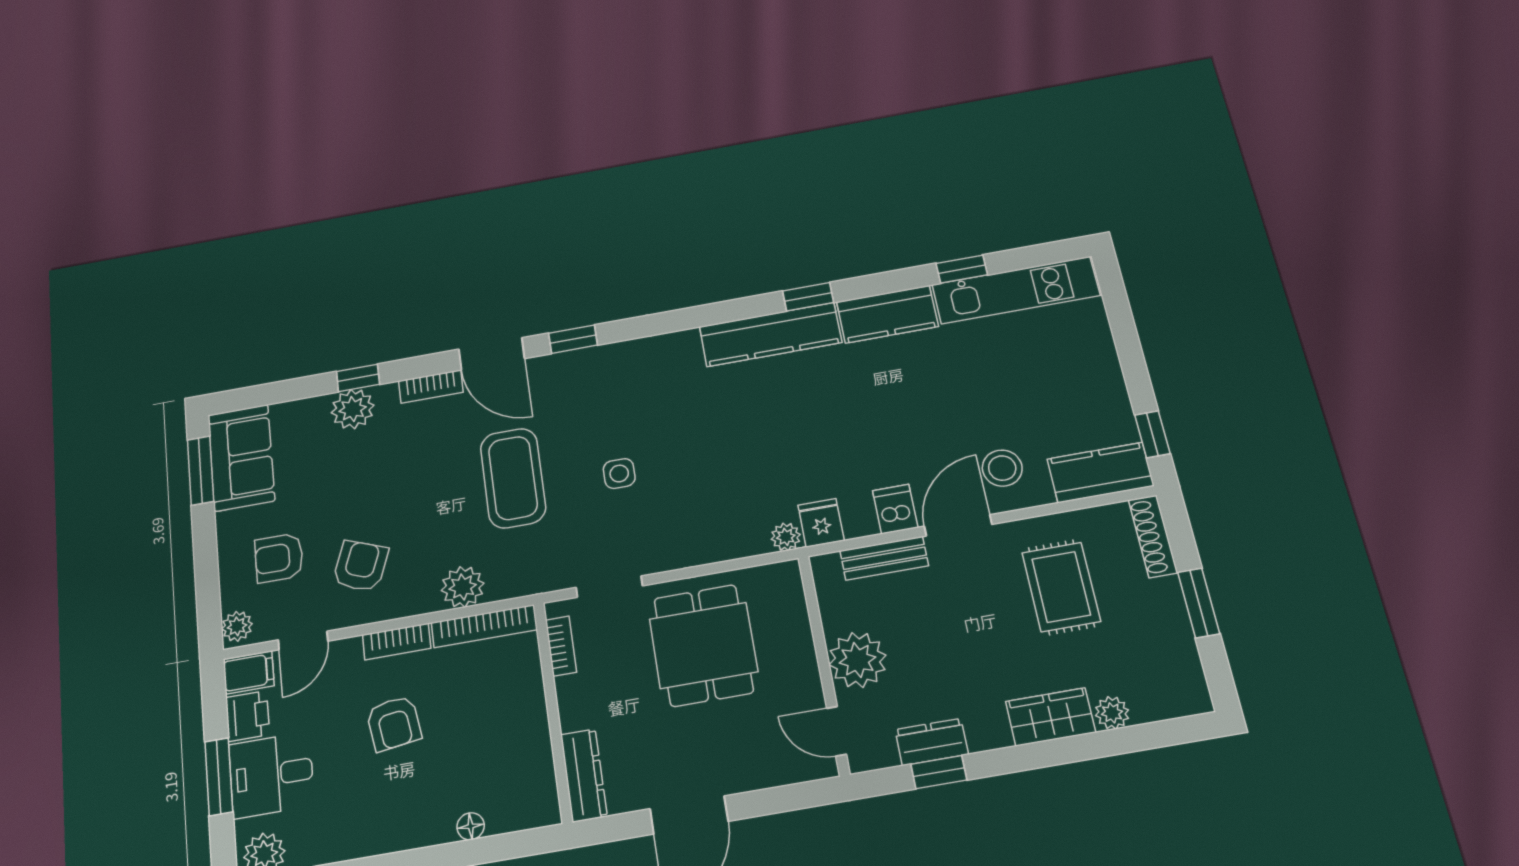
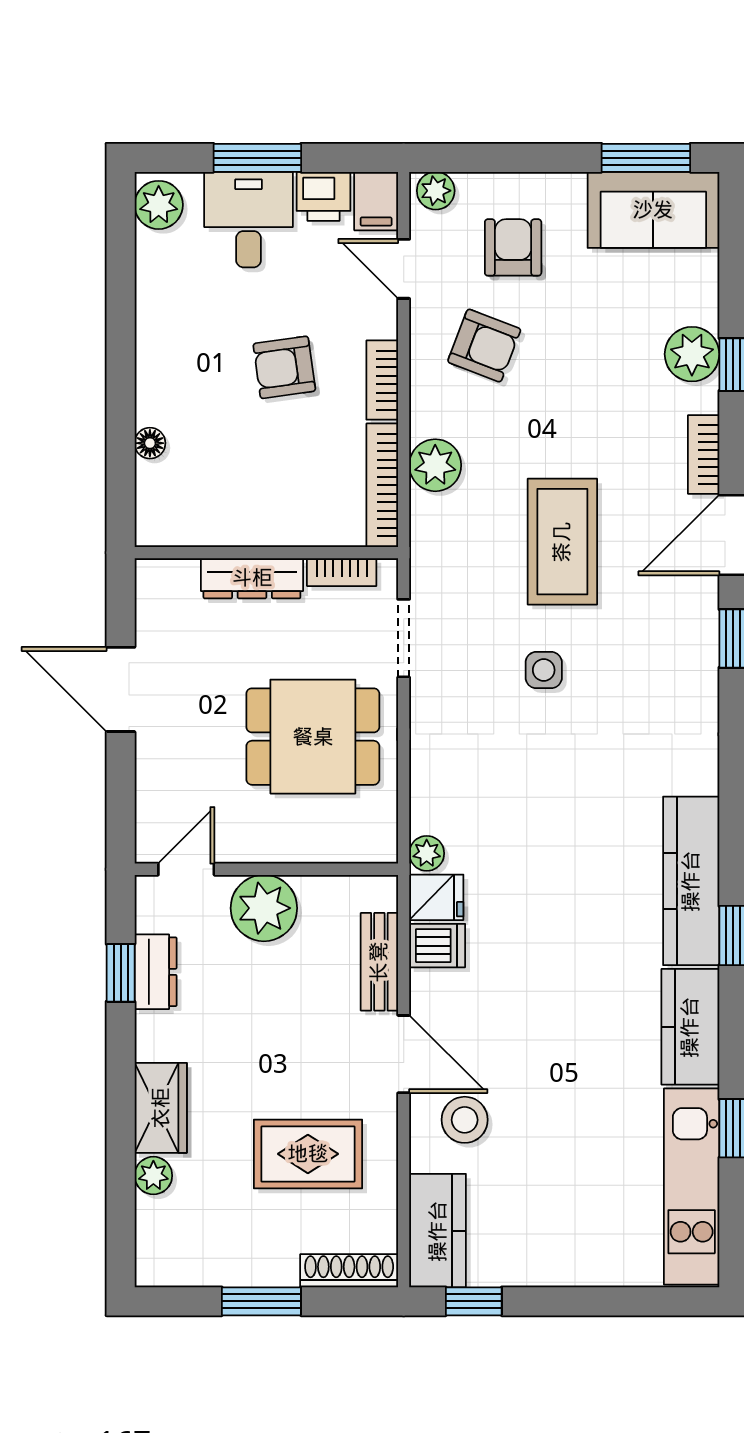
coffee table: (513, 478) -> (562, 542), turned 90
dishwasher: (895, 509) -> (437, 946), moved
dresser: (584, 775) -> (252, 578), moved

